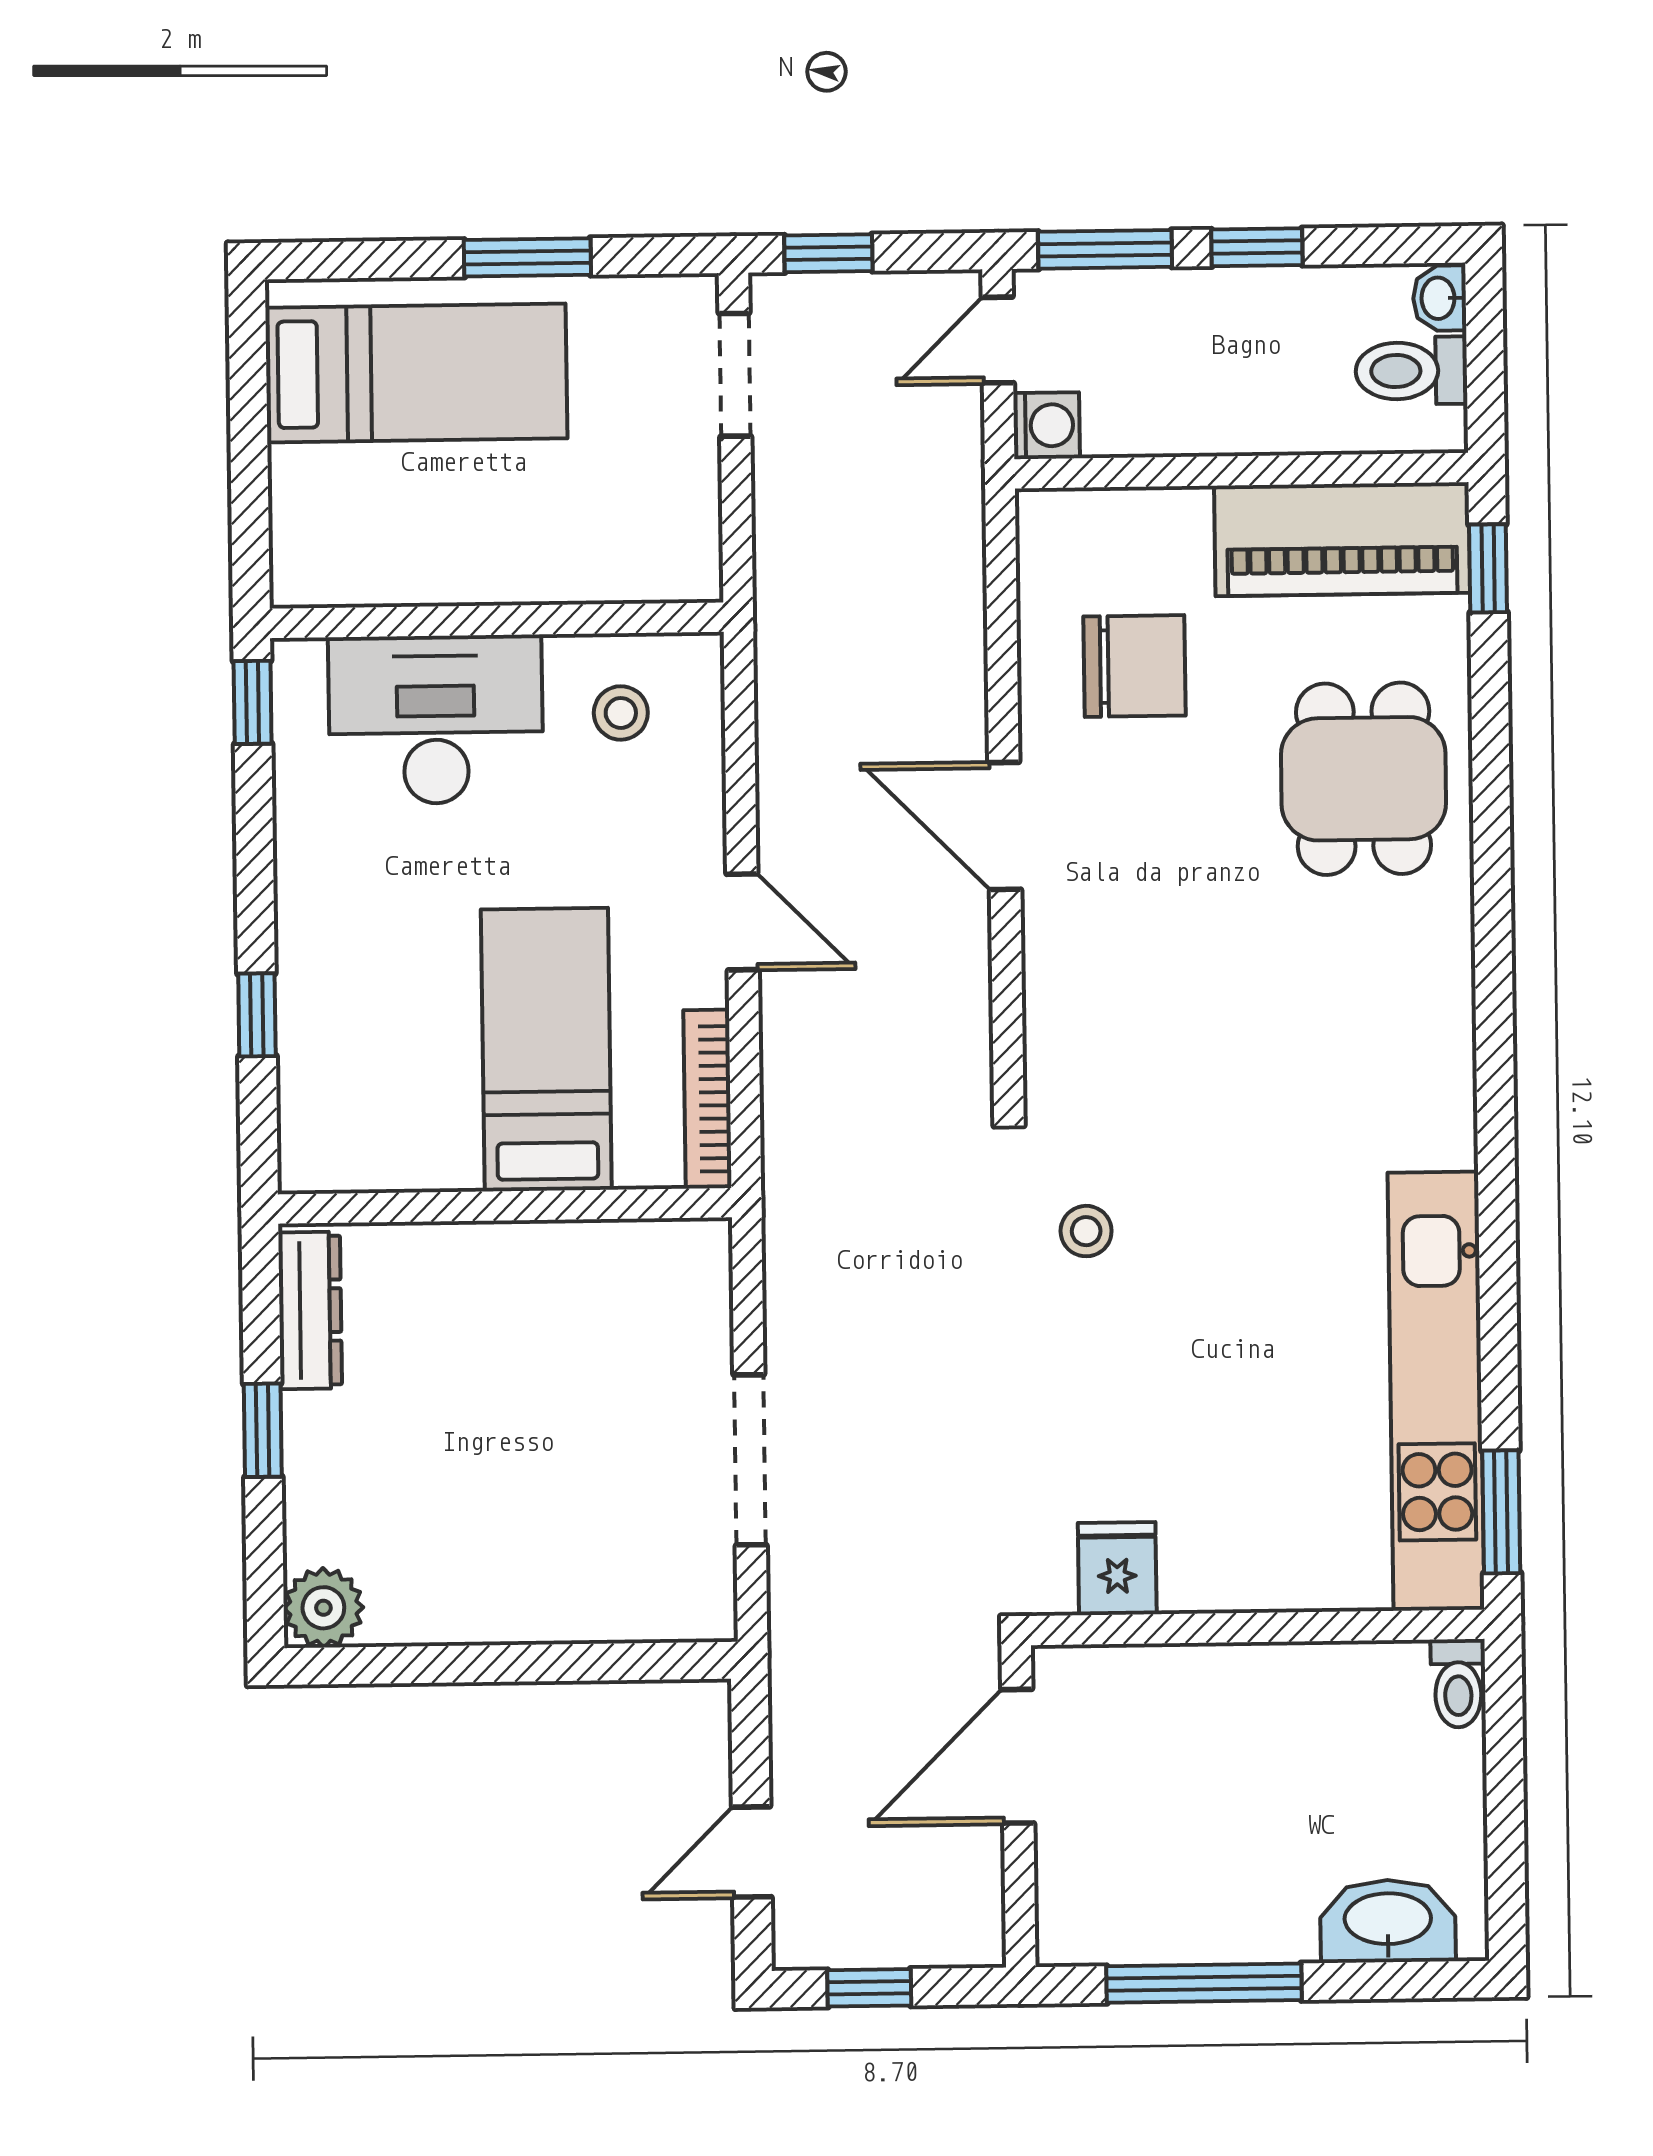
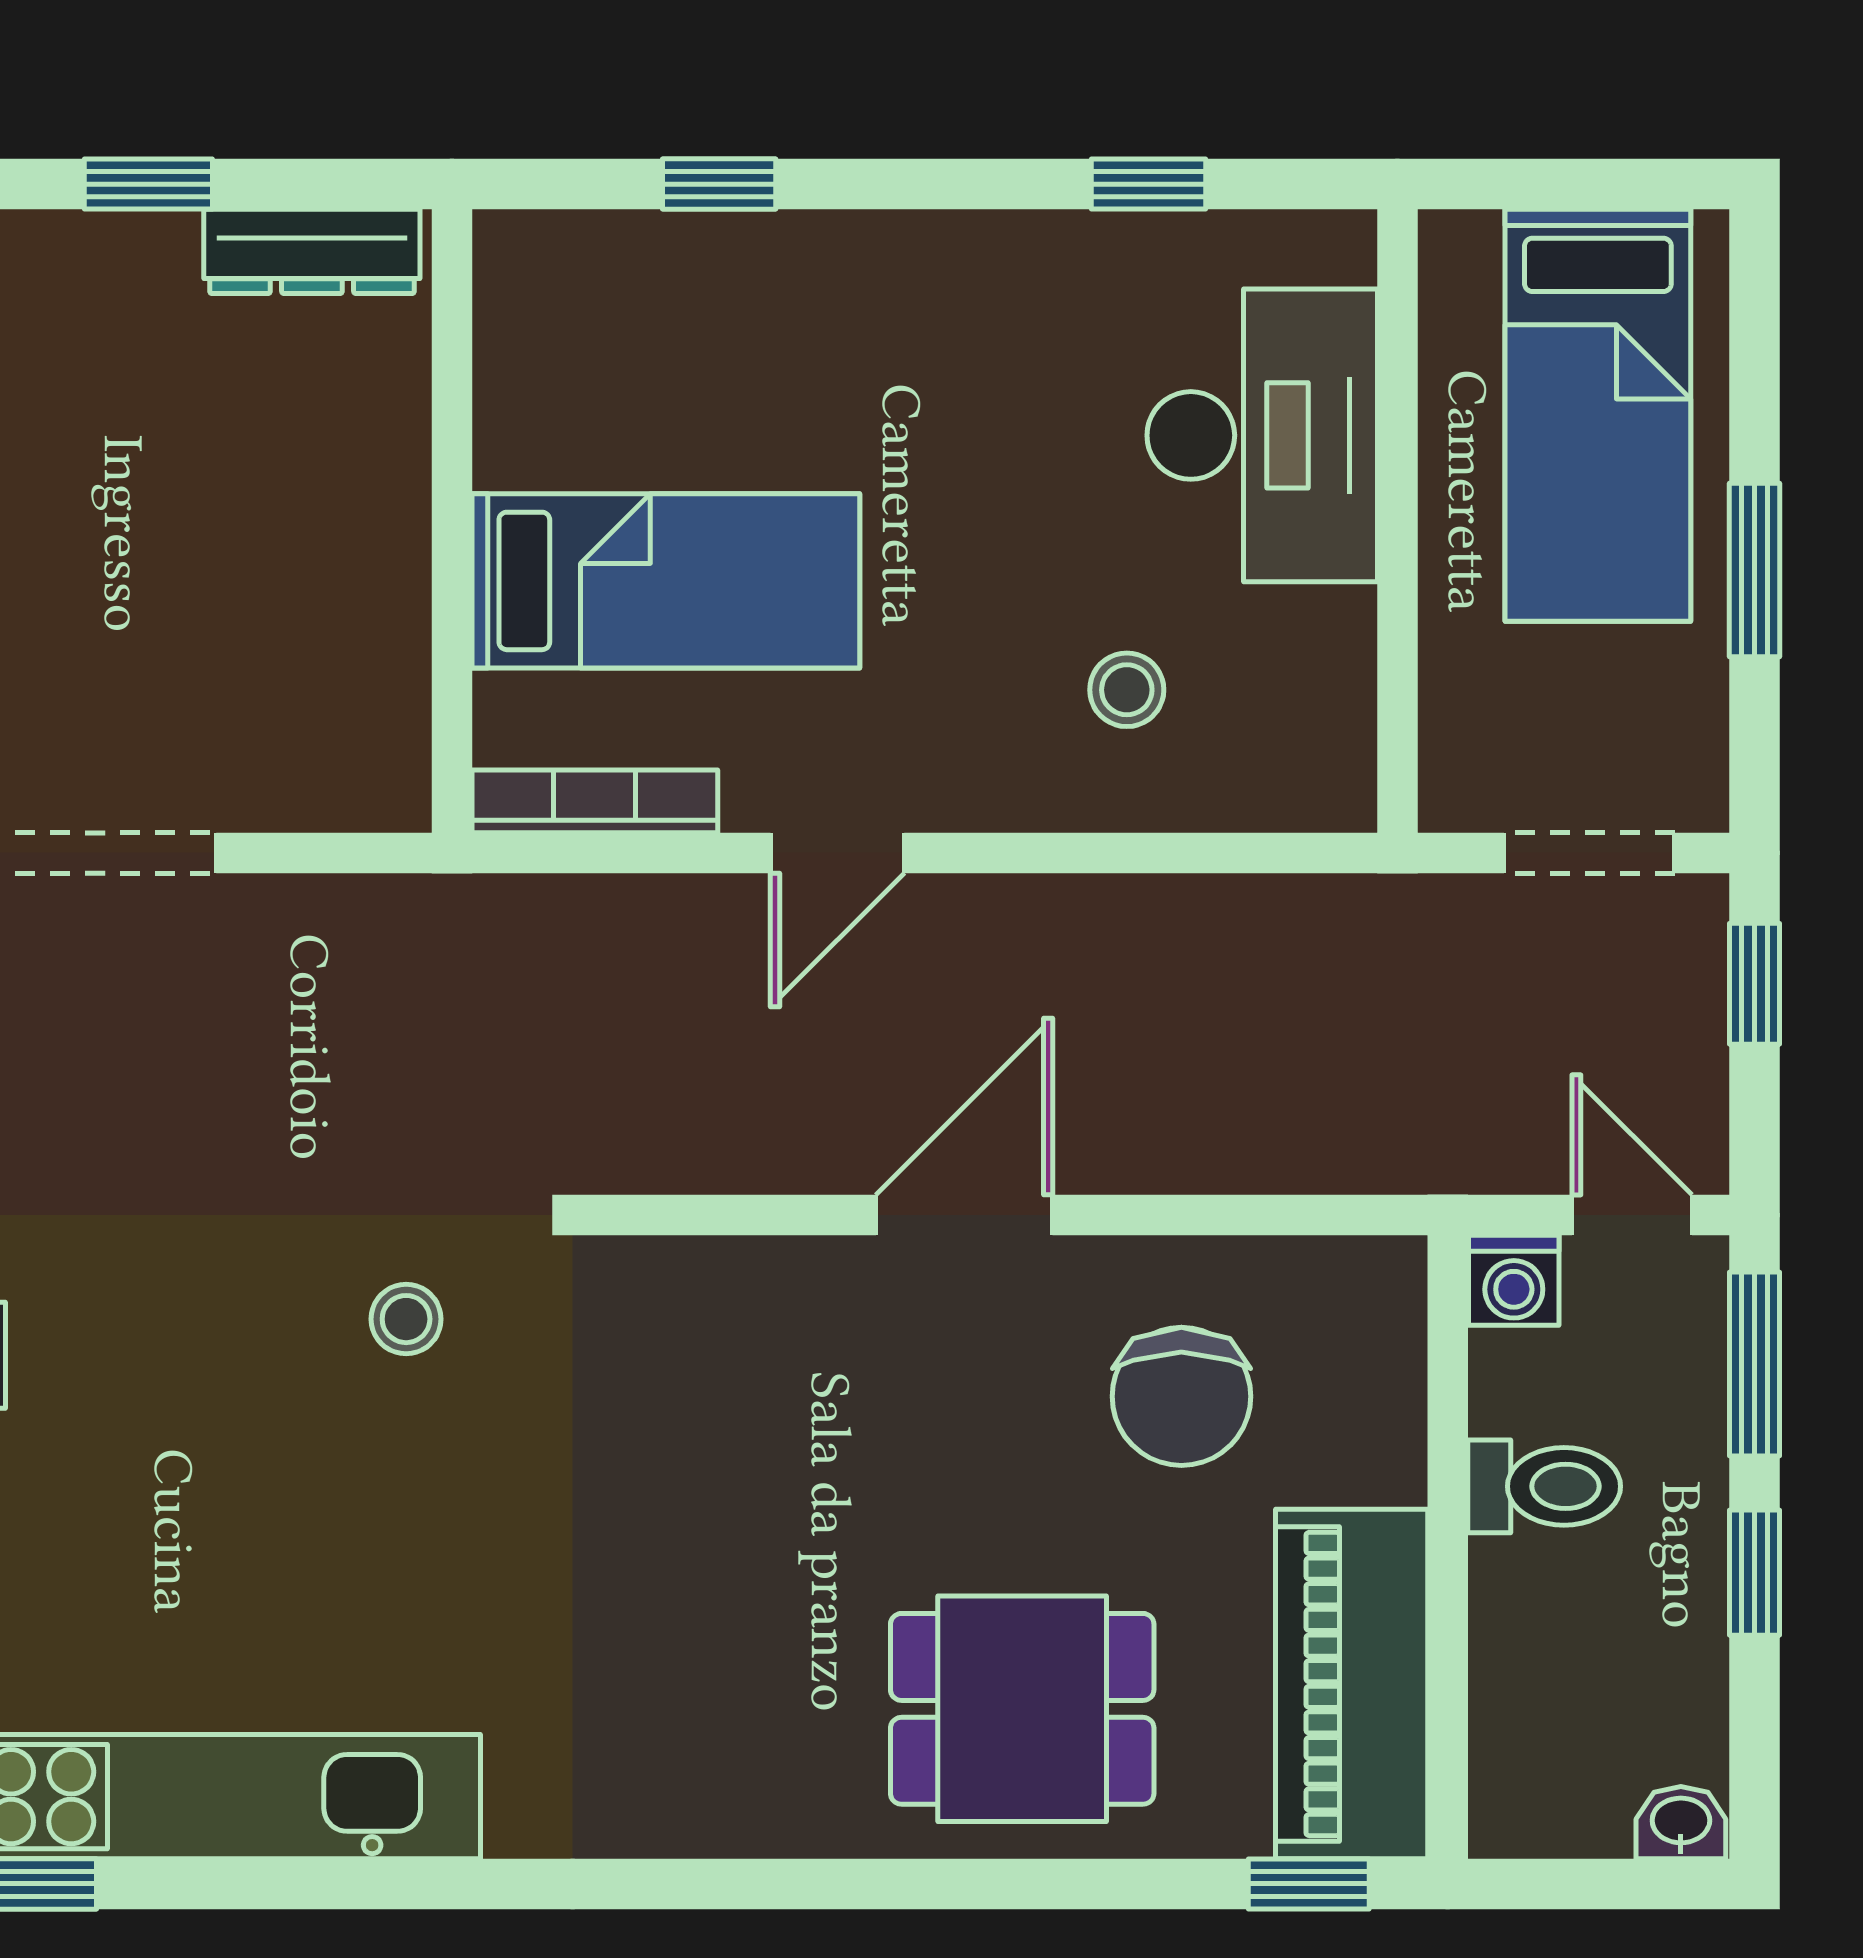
toilet: (1411, 371) -> (1544, 1486), moved, turned 90
wall: (497, 620) -> (1397, 521), moved
desk: (436, 720) -> (1262, 435), moved

